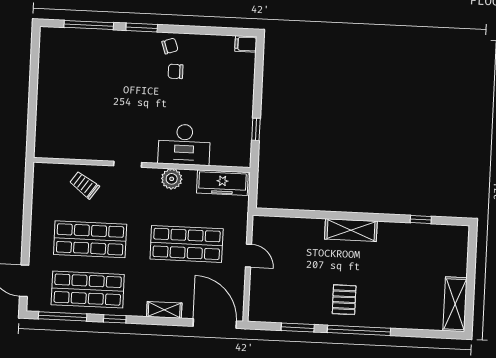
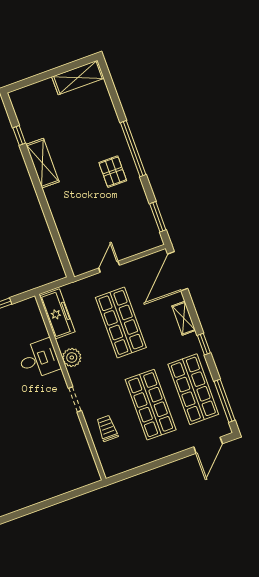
desk: (184, 145) -> (39, 359), width x0.73
trolley: (84, 185) -> (107, 428), turned 145
shelving: (351, 230) -> (43, 163), moved
pallet: (344, 300) -> (113, 172), turned 90
window: (115, 319) -> (204, 344), moved
window: (298, 327) -> (158, 217), moved

